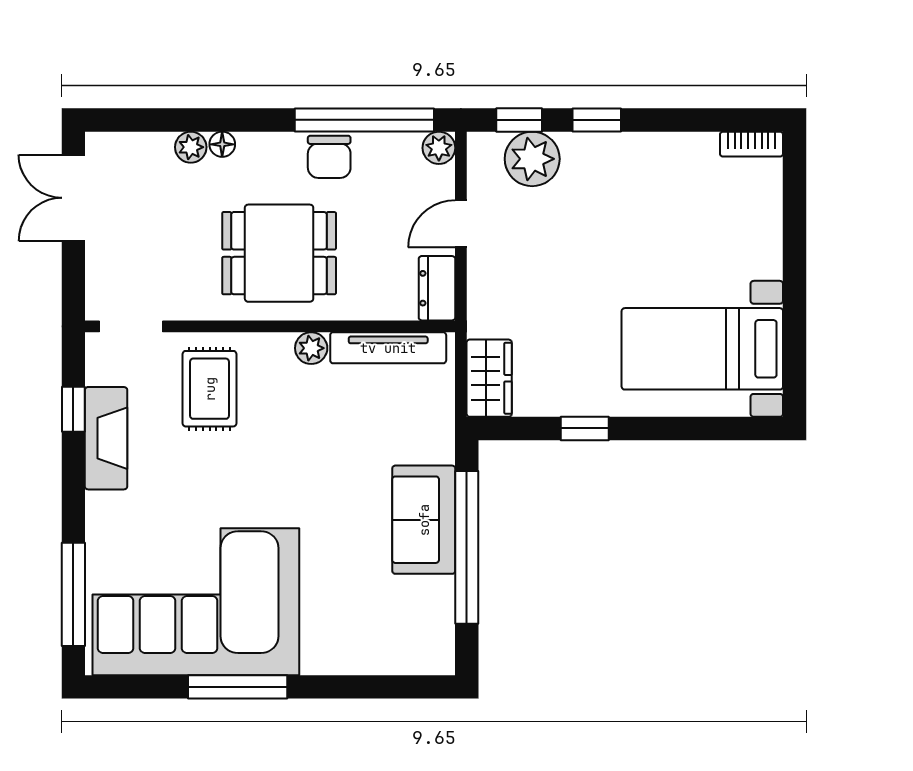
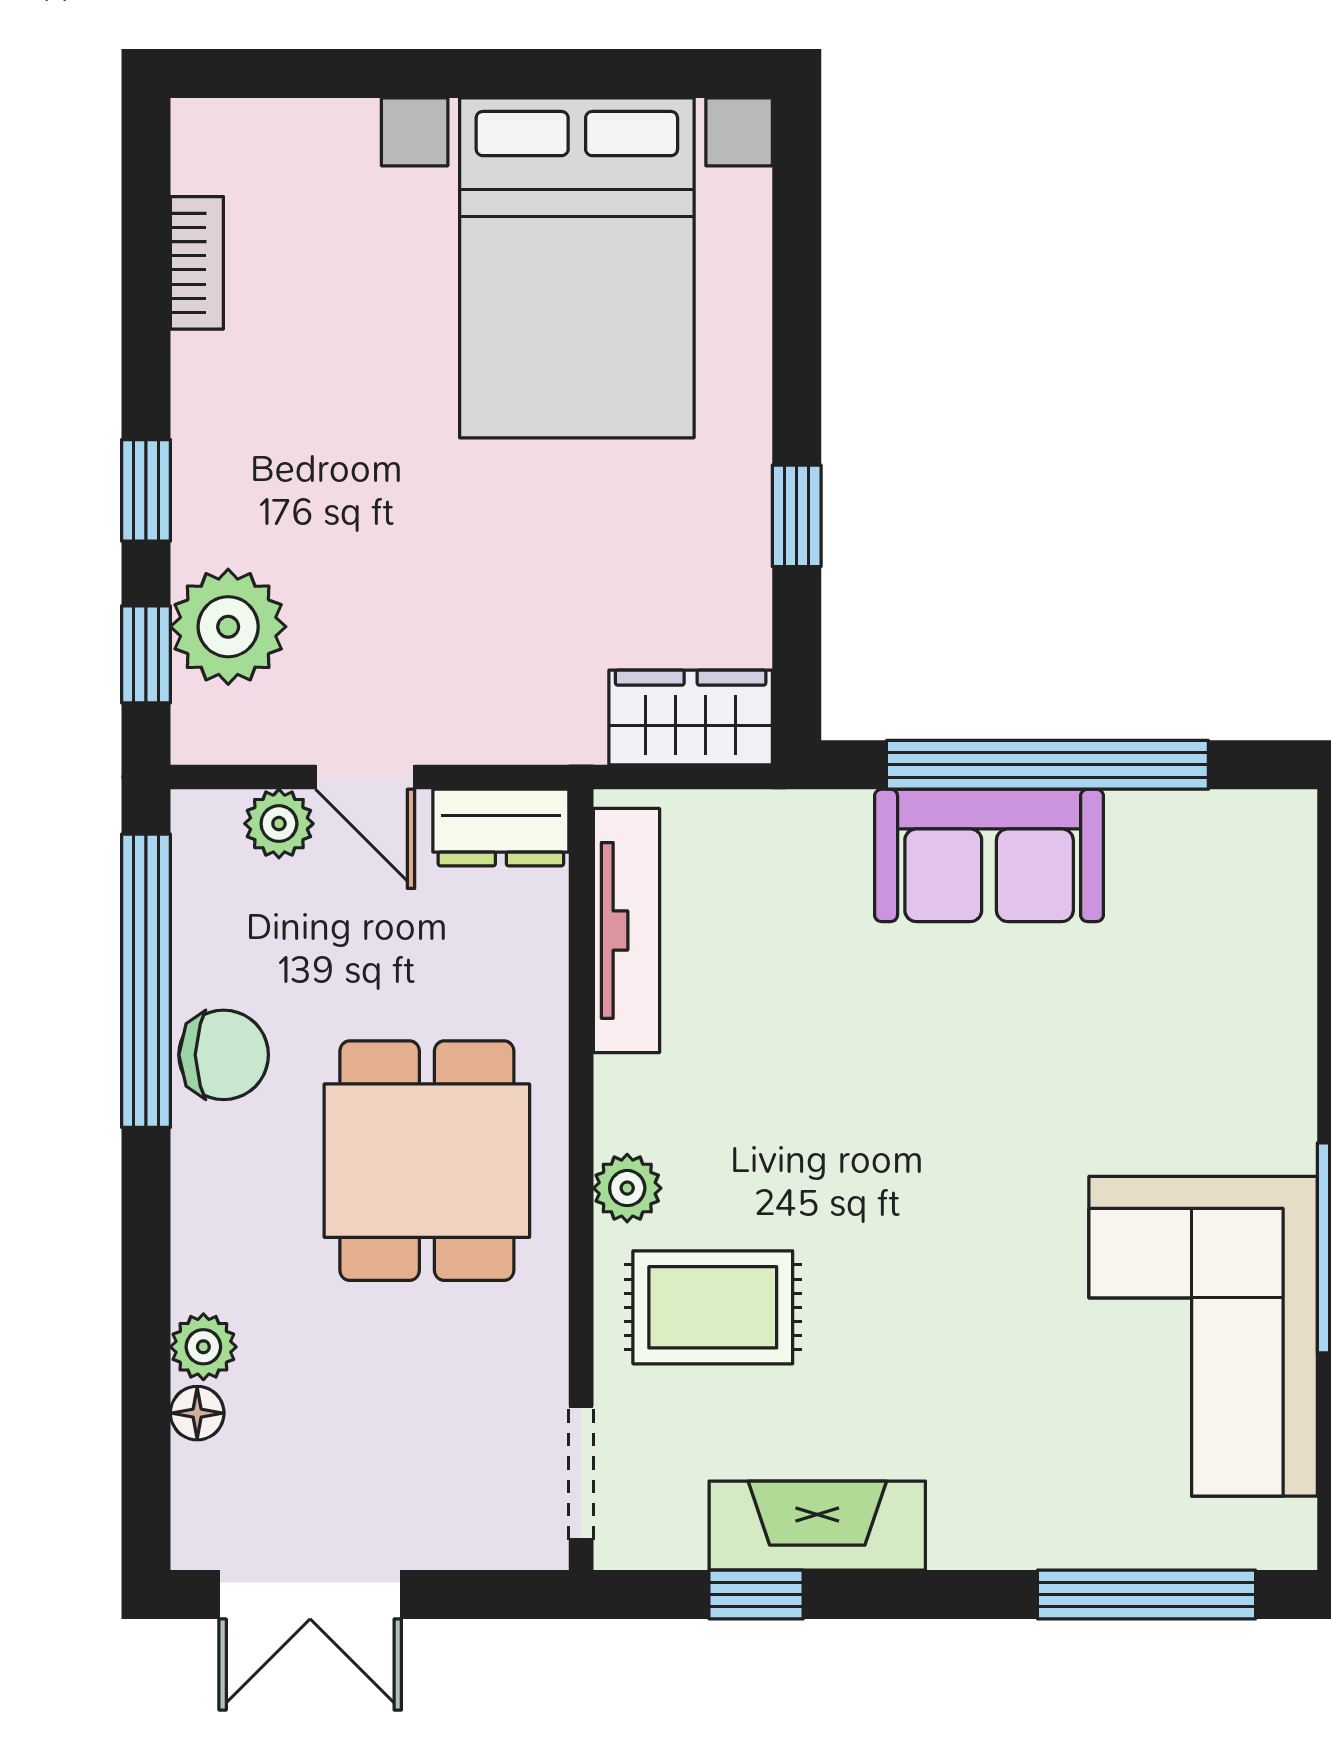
floor lamp: (222, 144) -> (197, 1413), moved
bookcase: (751, 144) -> (197, 263), moved
plant: (439, 148) -> (279, 824), moved
plant: (311, 348) -> (627, 1188), moved
bed with nightstands: (702, 349) -> (577, 268), width x1.36
corner sofa: (196, 602) -> (1203, 1336), width x0.73, depth x0.74

